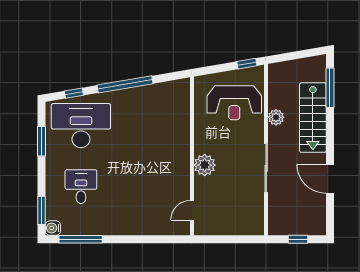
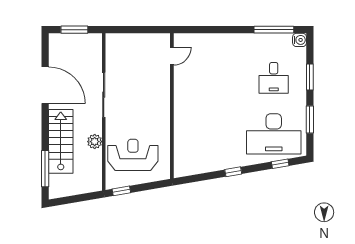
window: (125, 84) -> (233, 172), width x0.32
plant: (205, 165) -> (160, 98), removed
door: (330, 179) -> (45, 85), width x1.36
window: (42, 210) -> (310, 77), moved
window: (298, 239) -> (74, 30), width x1.50

